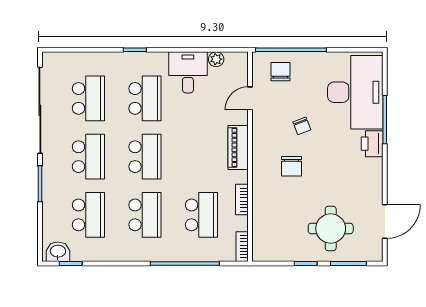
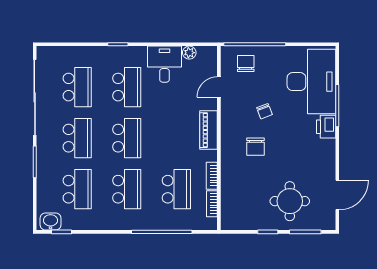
bookcase: (242, 247) -> (212, 204), moved

